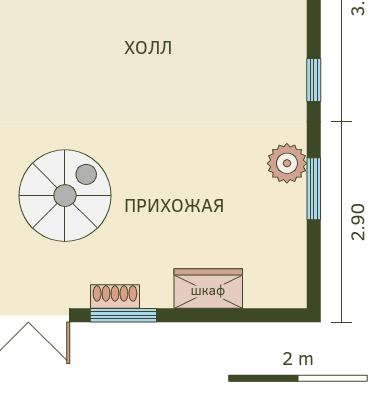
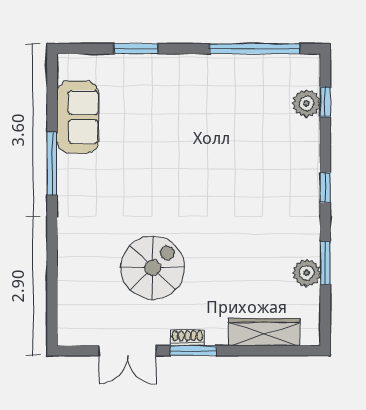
plant: (287, 163) -> (307, 273), moved
wardrobe: (208, 289) -> (264, 332), width x1.50

